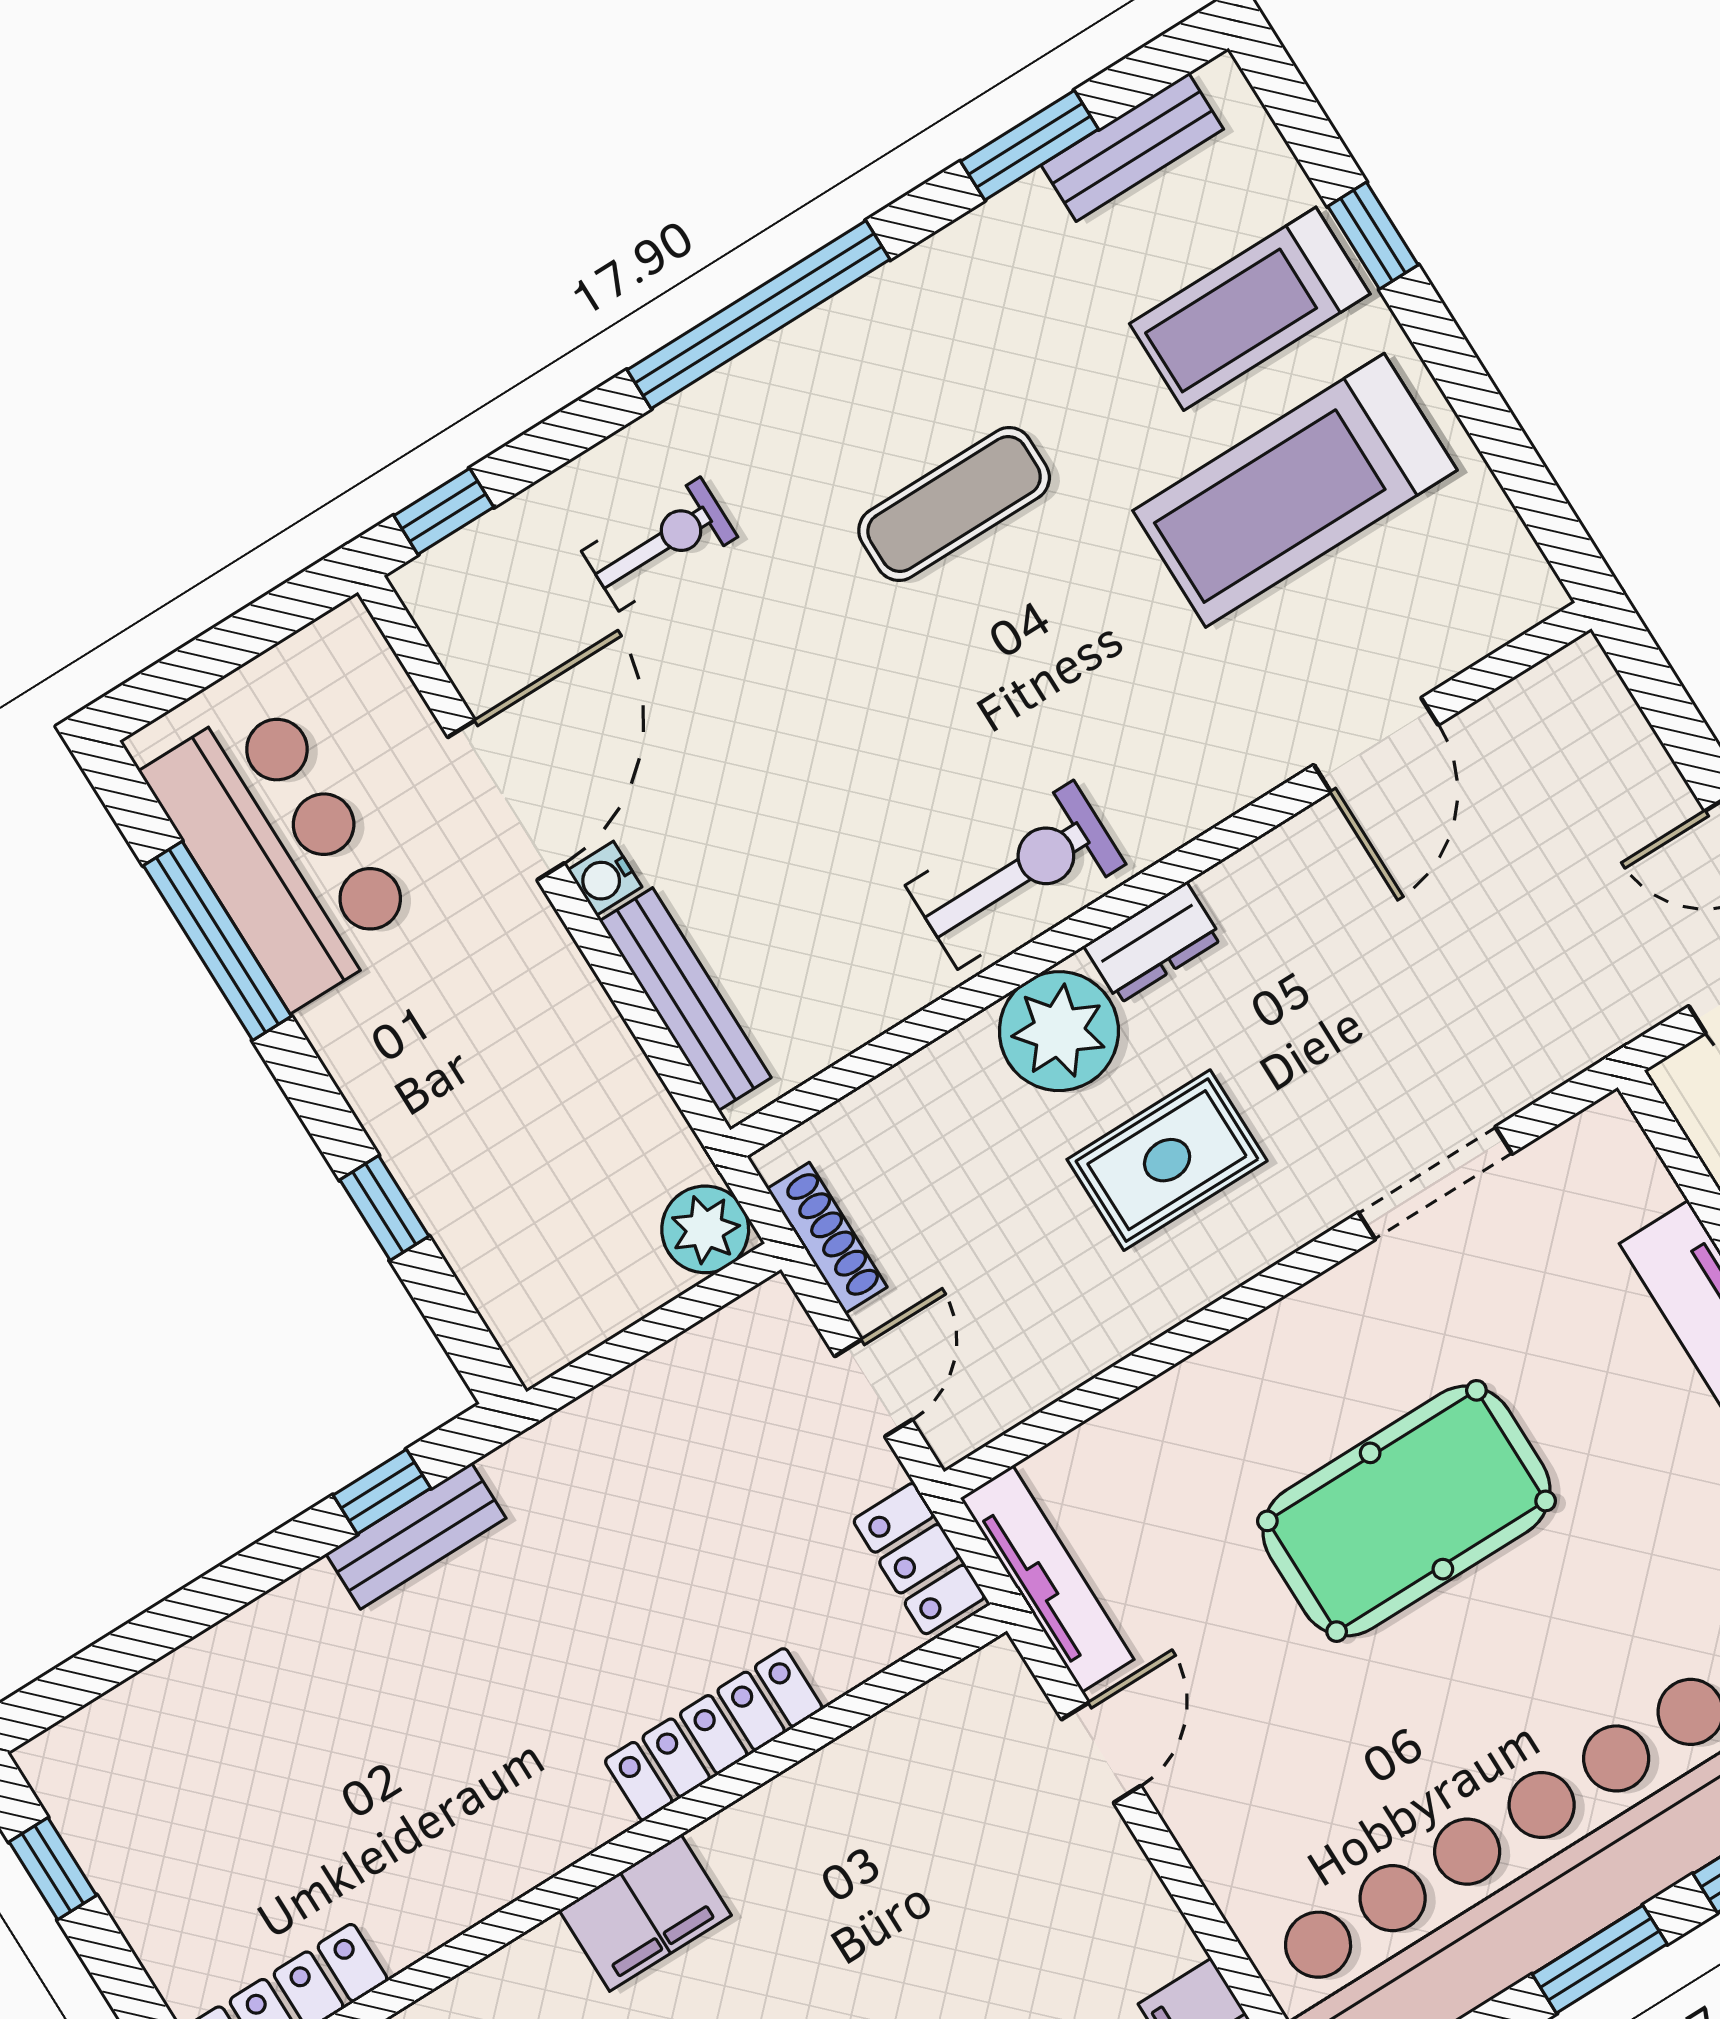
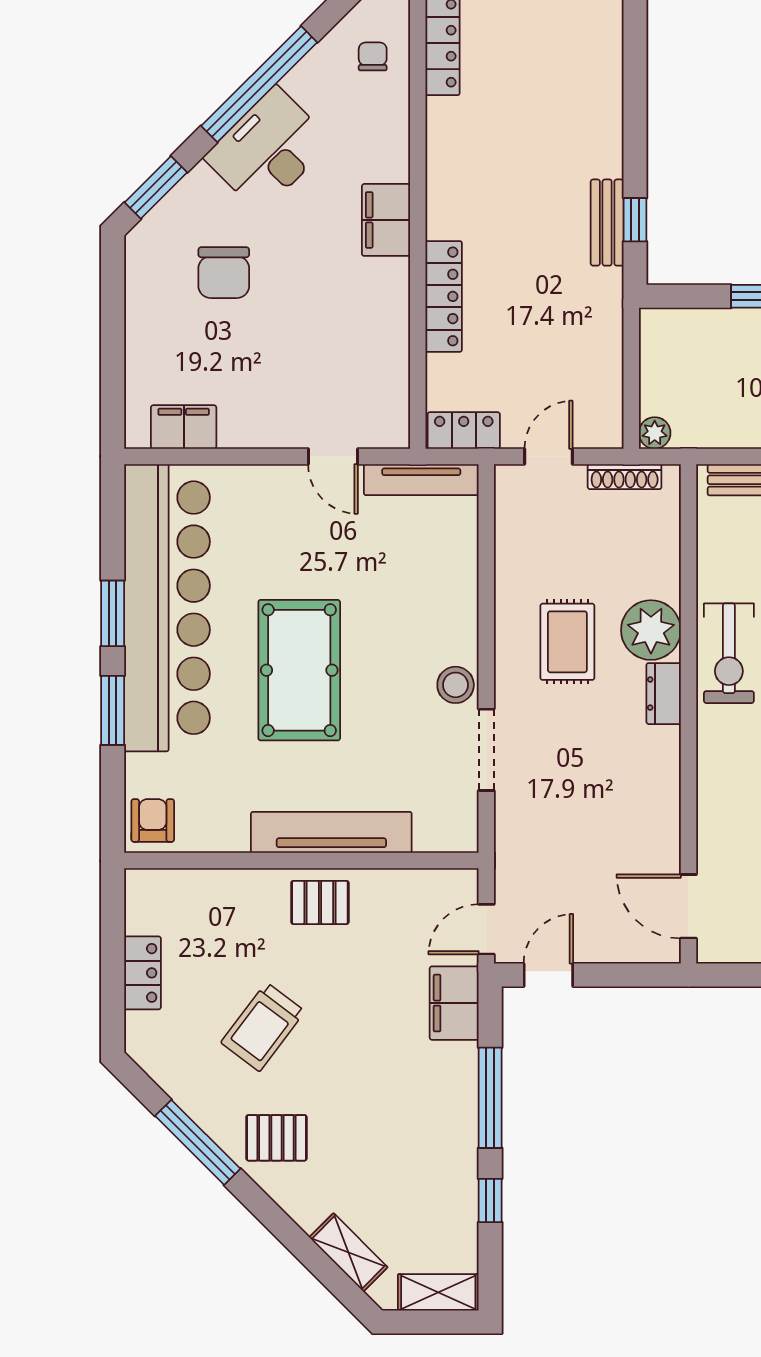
door: (1376, 745) -> (688, 906), moved
plant: (705, 1229) -> (655, 433), width x0.73, depth x0.73
stool: (1358, 1304) -> (456, 685), added
door: (873, 1388) -> (548, 456), swing flipped
pool table: (1407, 1511) -> (299, 670), moved

